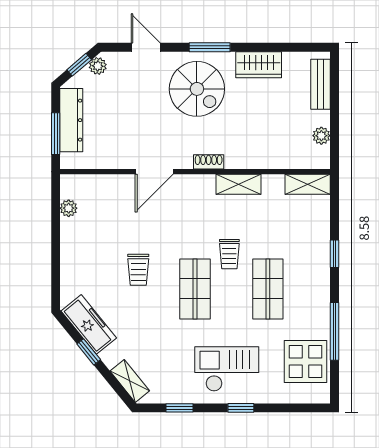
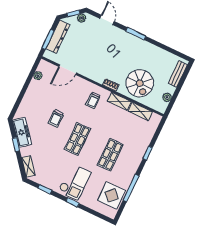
wardrobe: (259, 65) -> (154, 52), removed
spiral stairs: (197, 89) -> (140, 83), moved
door: (154, 172) -> (68, 70), moved
shelving: (308, 184) -> (140, 111), moved
trolley: (229, 254) -> (93, 100), moved
checkout: (227, 369) -> (74, 182), turned 90

